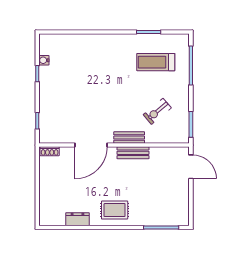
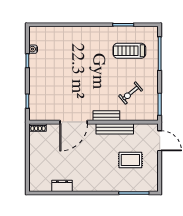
bench: (133, 153) -> (115, 129), width x1.36
rug: (115, 210) -> (130, 160), moved

